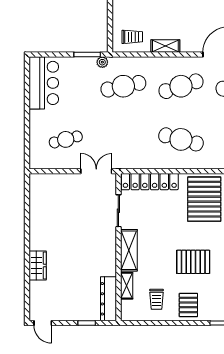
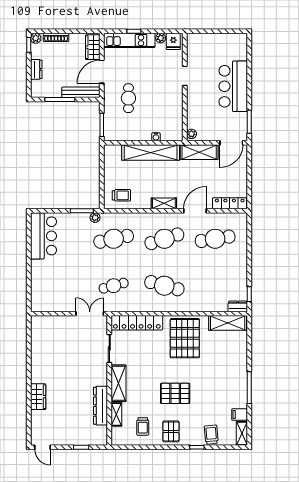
shelving: (165, 46) -> (164, 203), moved
cafe table: (66, 139) -> (114, 286), moved
dresser: (108, 299) -> (100, 406), moved

